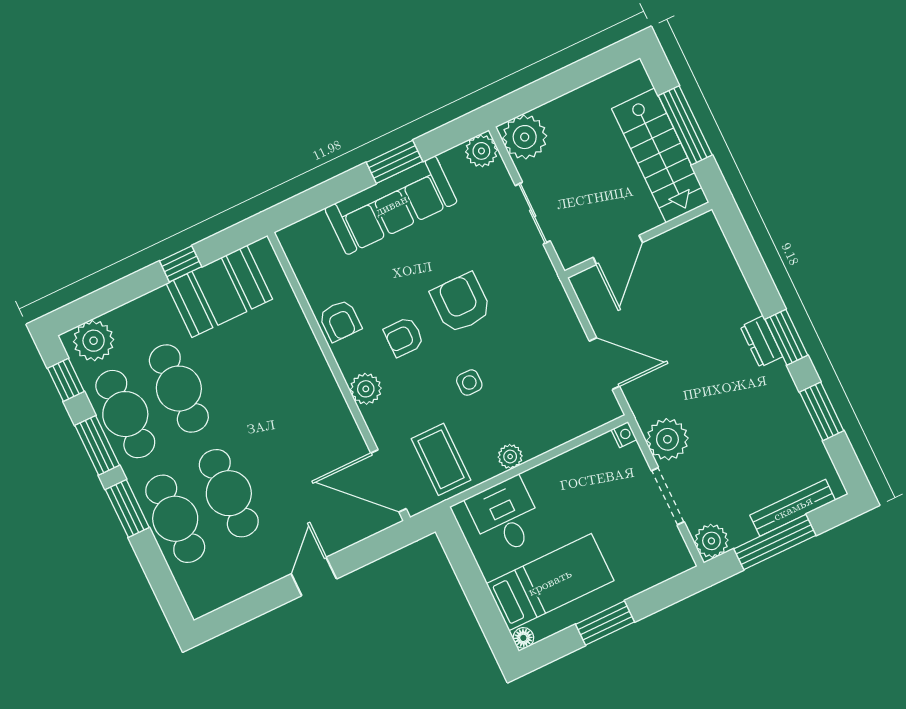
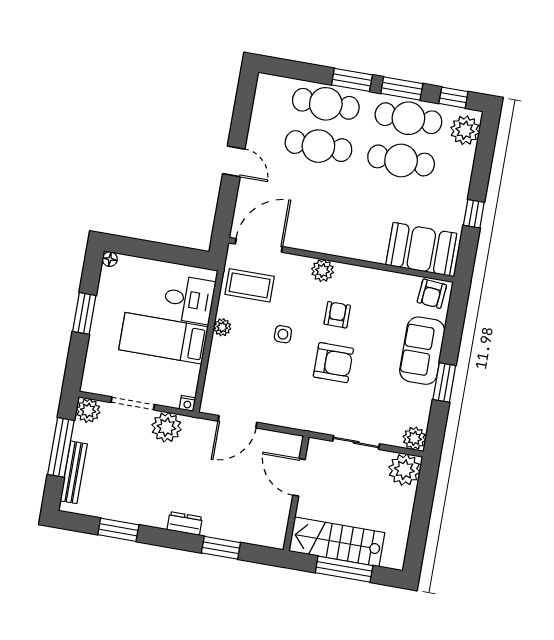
sofa: (391, 205) -> (422, 351), width x0.73
booth: (219, 291) -> (421, 249), moved, turned 90
armchair: (340, 321) -> (432, 294), moved, turned -85
window: (786, 337) -> (221, 548), moved
bed: (550, 582) -> (163, 338), moved, turned 90

